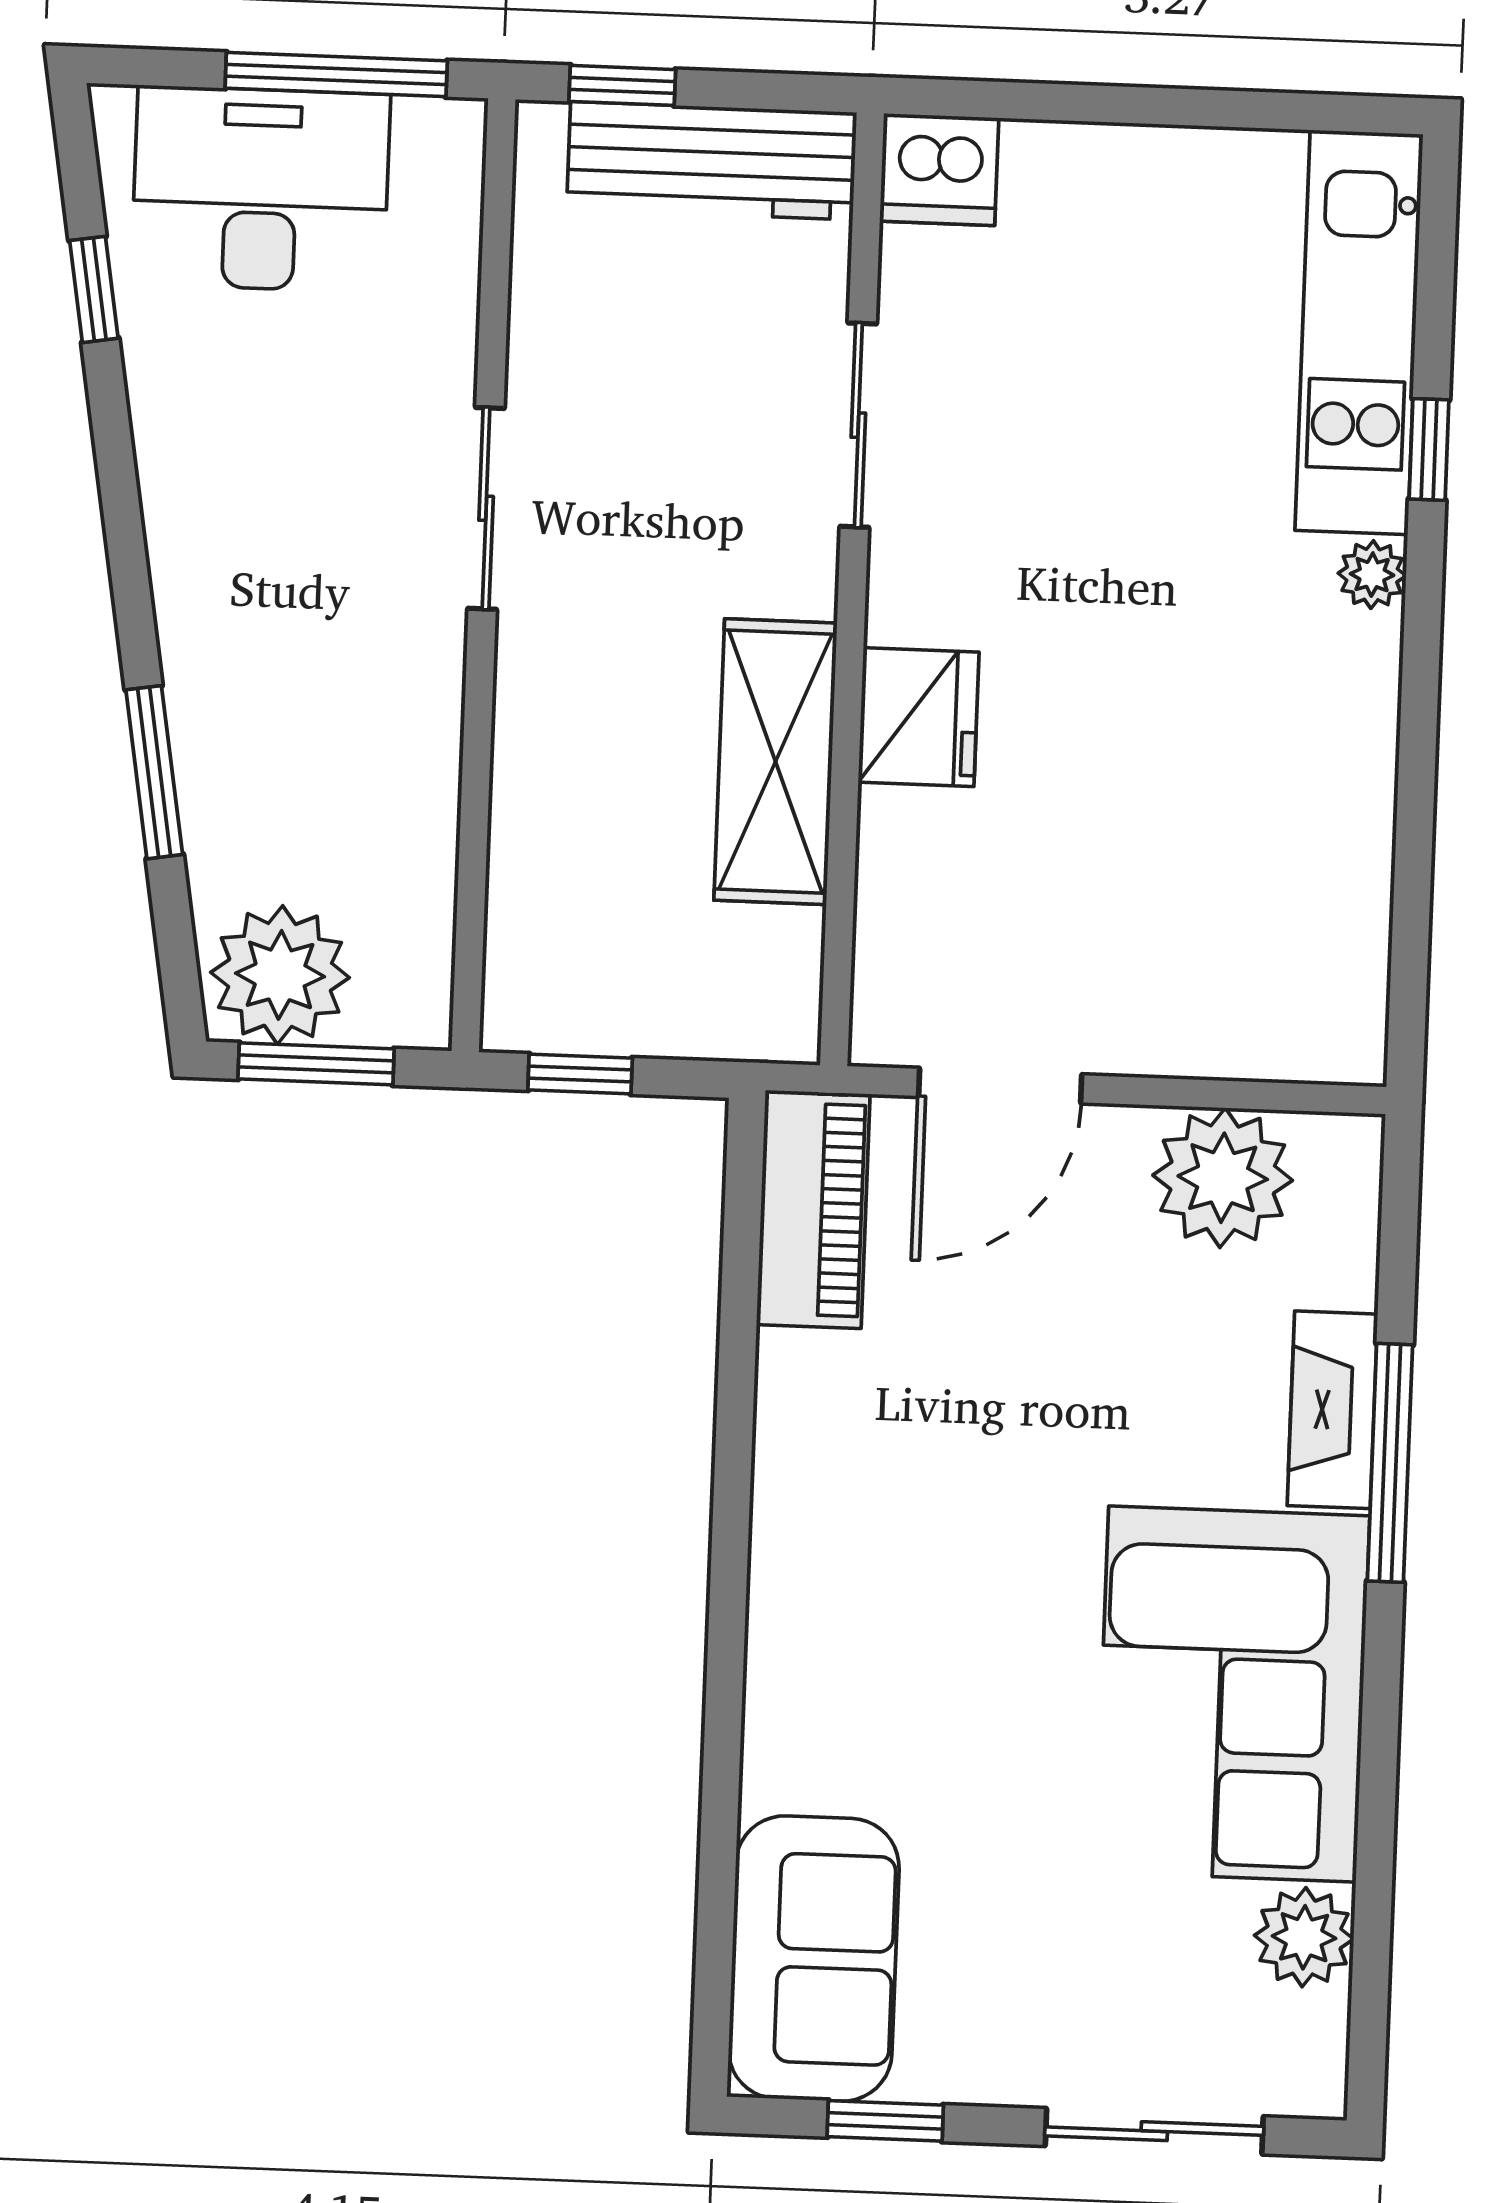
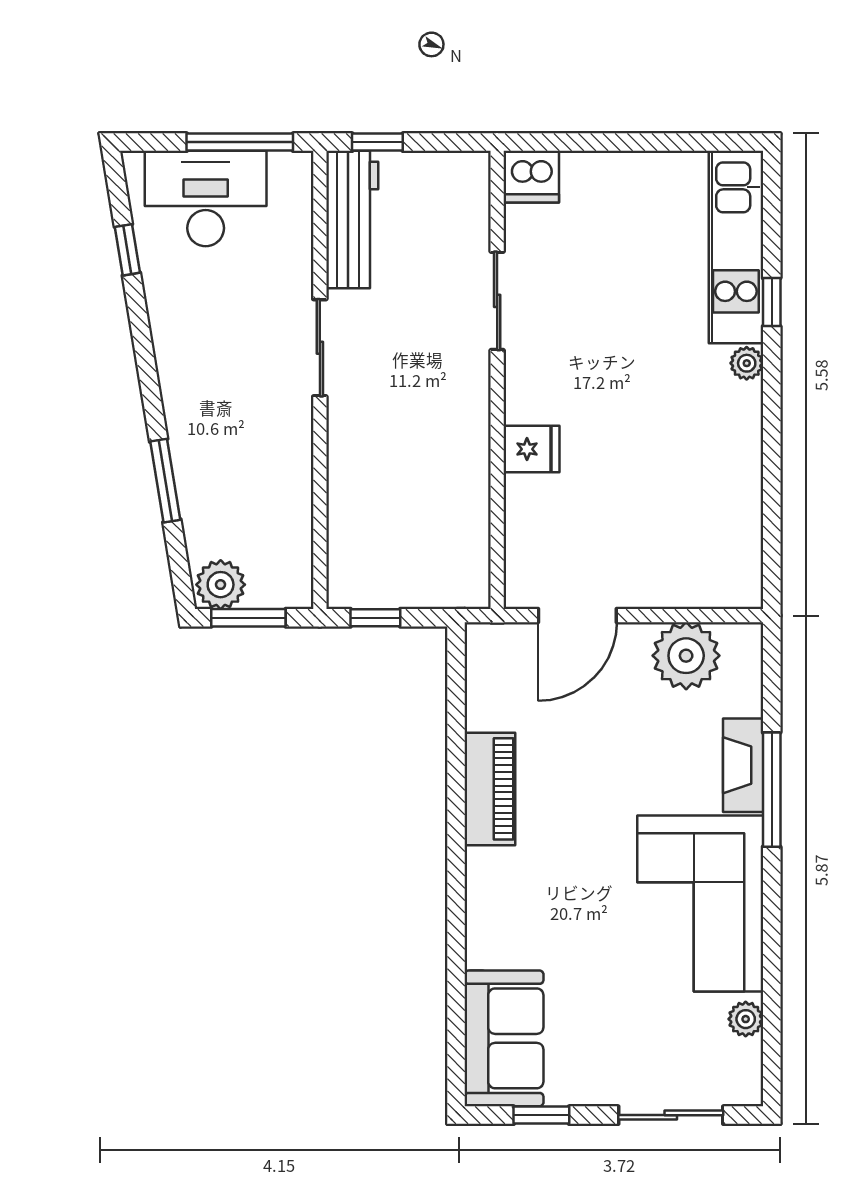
workbench: (712, 161) -> (352, 220), moved, turned -90
fridge: (919, 717) -> (531, 449), width x0.72
shelving: (776, 762) -> (464, 464), removed
plant: (280, 975) -> (221, 585), width x0.73, depth x0.73
piano: (813, 1209) -> (490, 789), moved
plant: (1304, 1937) -> (746, 1019), width x0.73, depth x0.73

